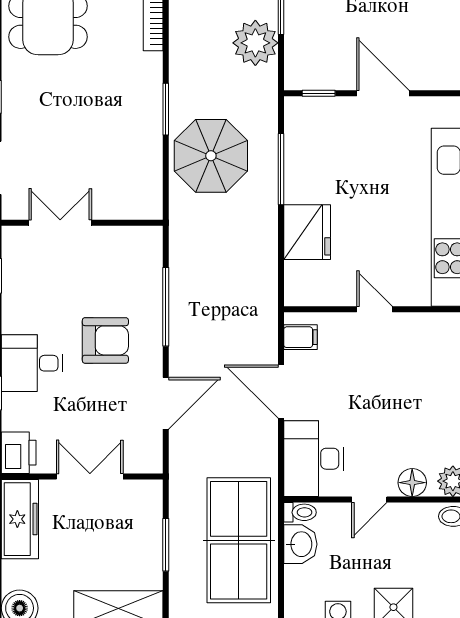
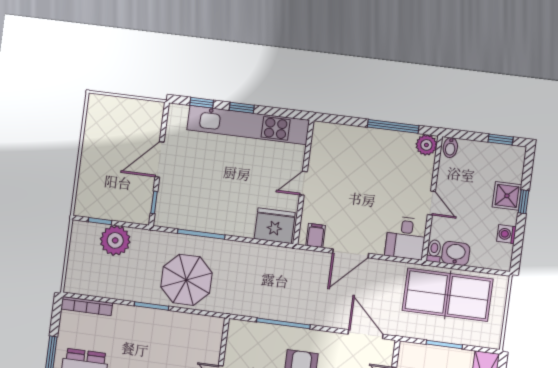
fridge: (307, 232) -> (275, 226), moved
door: (166, 403) -> (366, 334), moved
desk: (314, 459) -> (406, 238), width x0.73
floor lamp: (412, 483) -> (424, 173), removed

